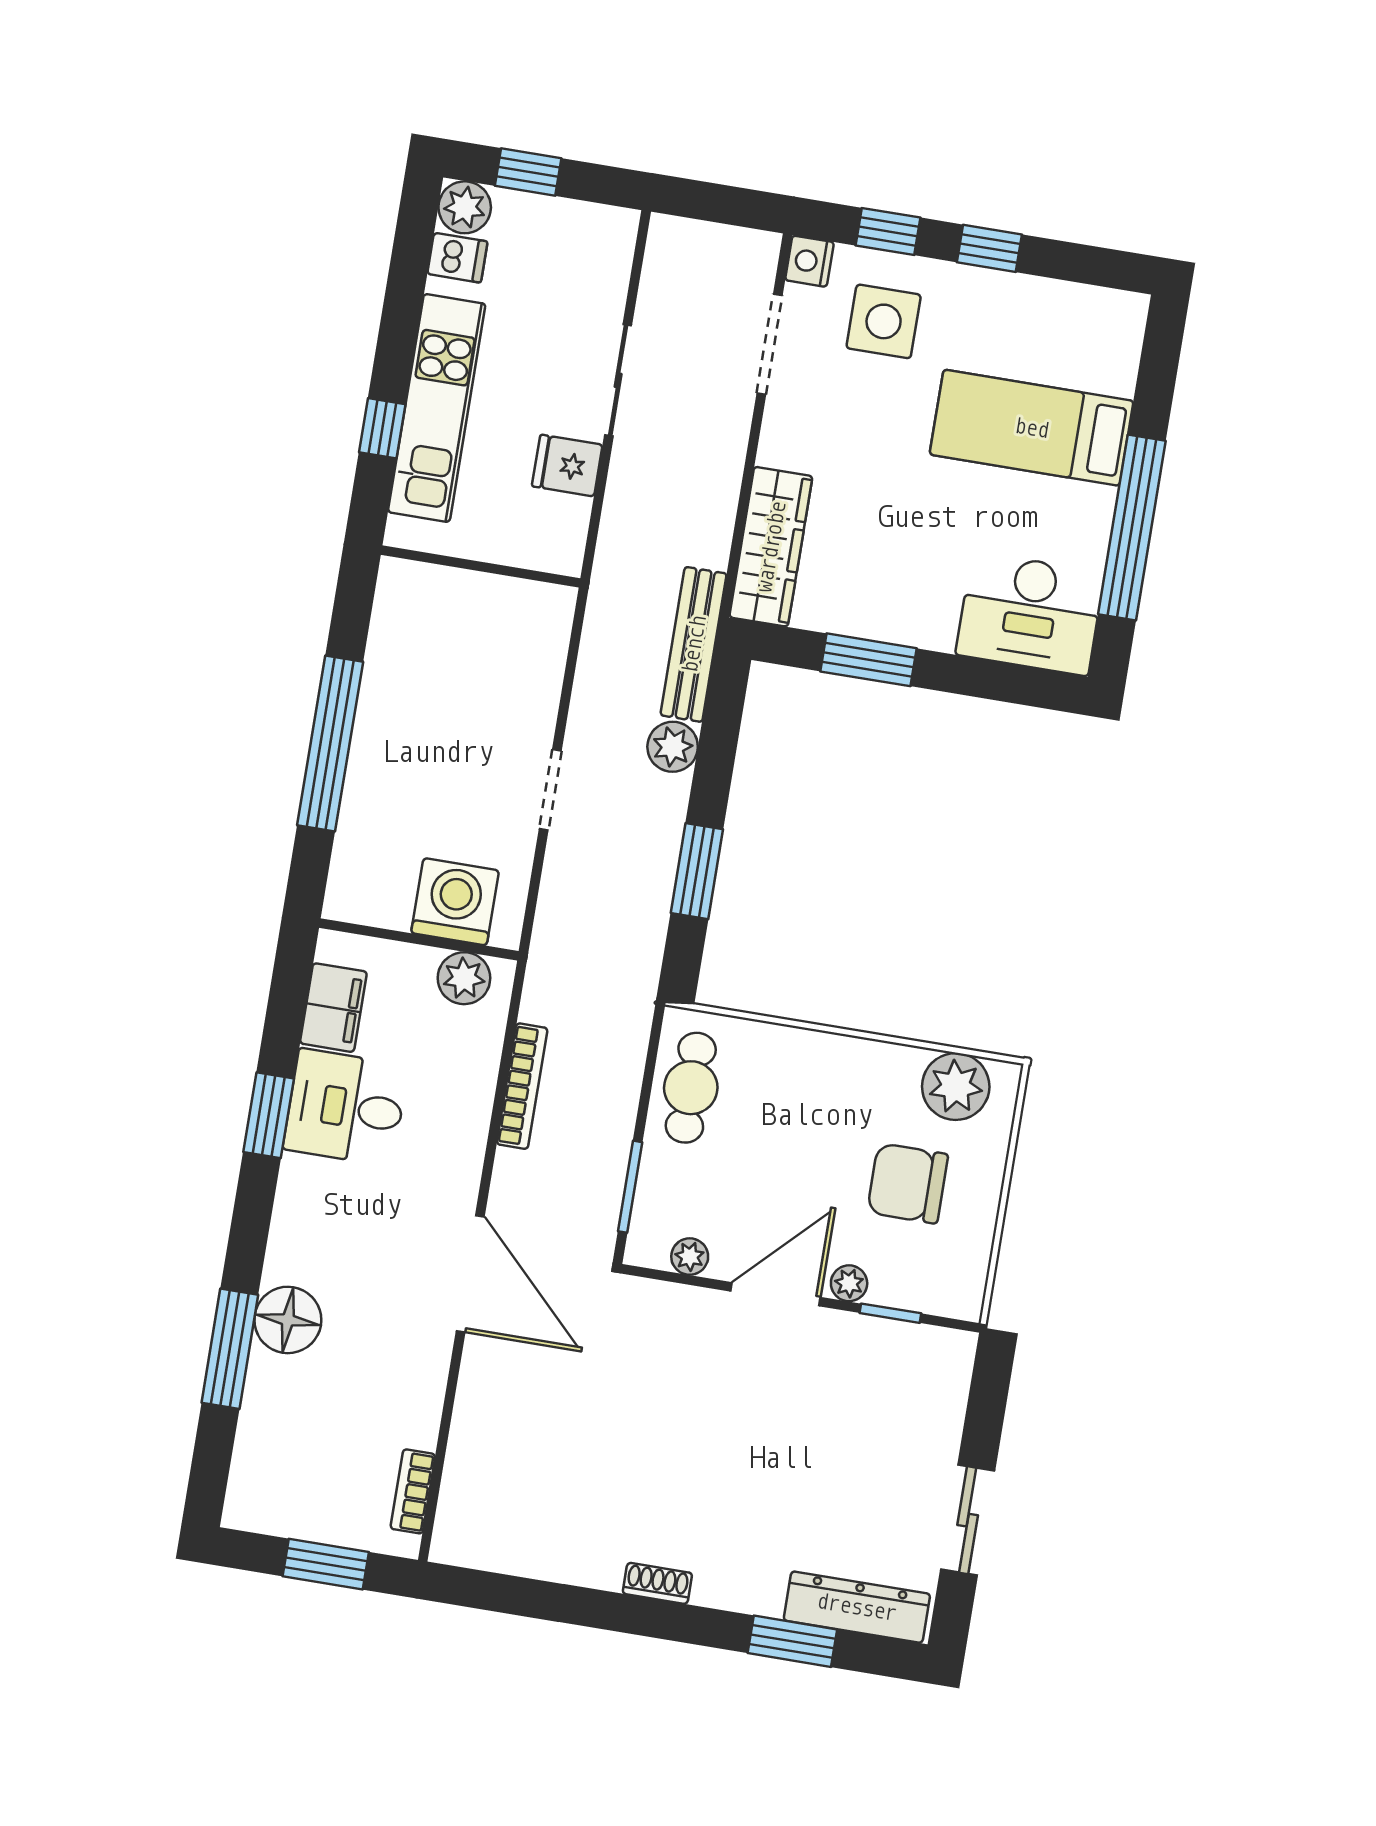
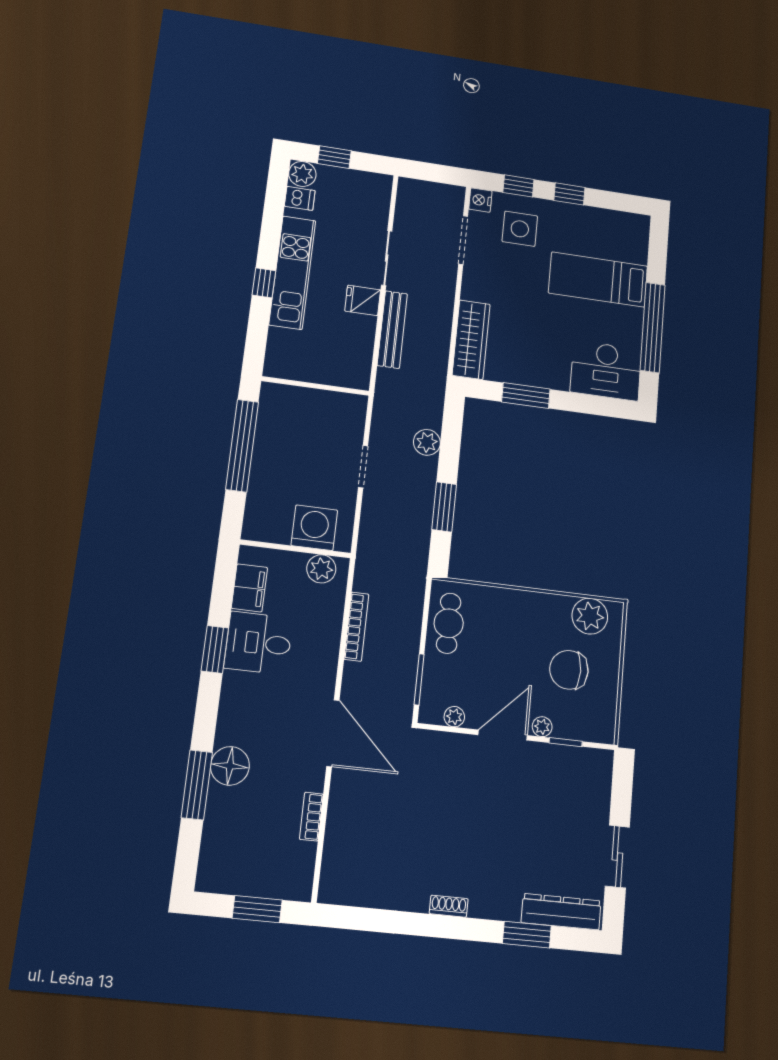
wall: (481, 567) -> (315, 386), moved
bench: (694, 644) -> (392, 329), moved
bookcase: (413, 1491) -> (311, 817), moved

